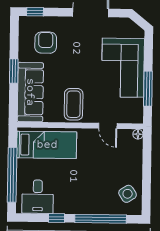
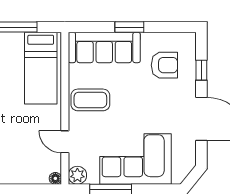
window: (35, 12) -> (201, 70), moved
plant: (136, 116) -> (77, 175), added
door: (108, 126) -> (65, 142), hinge flipped

